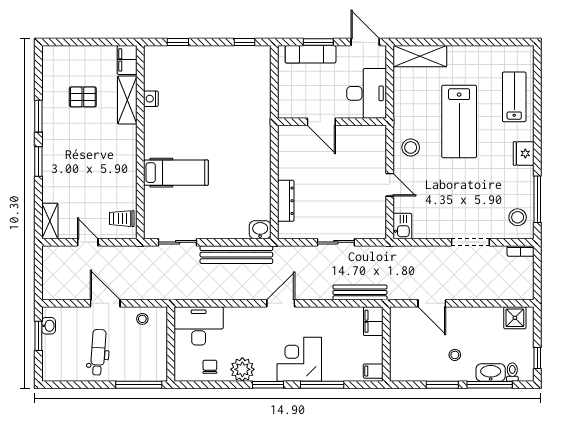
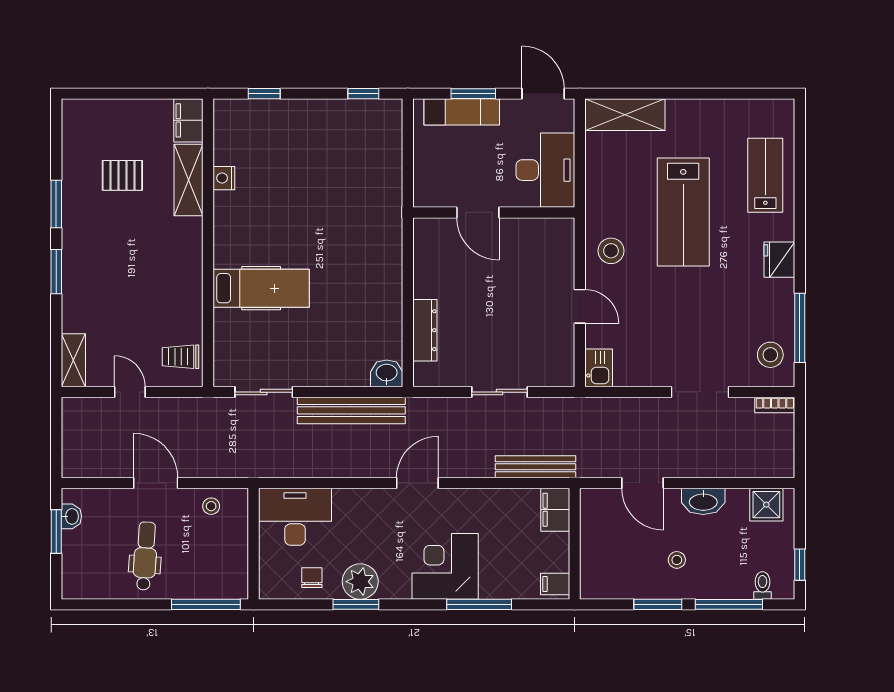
washbasin: (491, 373) -> (703, 501), moved, turned 180
window: (268, 385) -> (356, 604), moved

